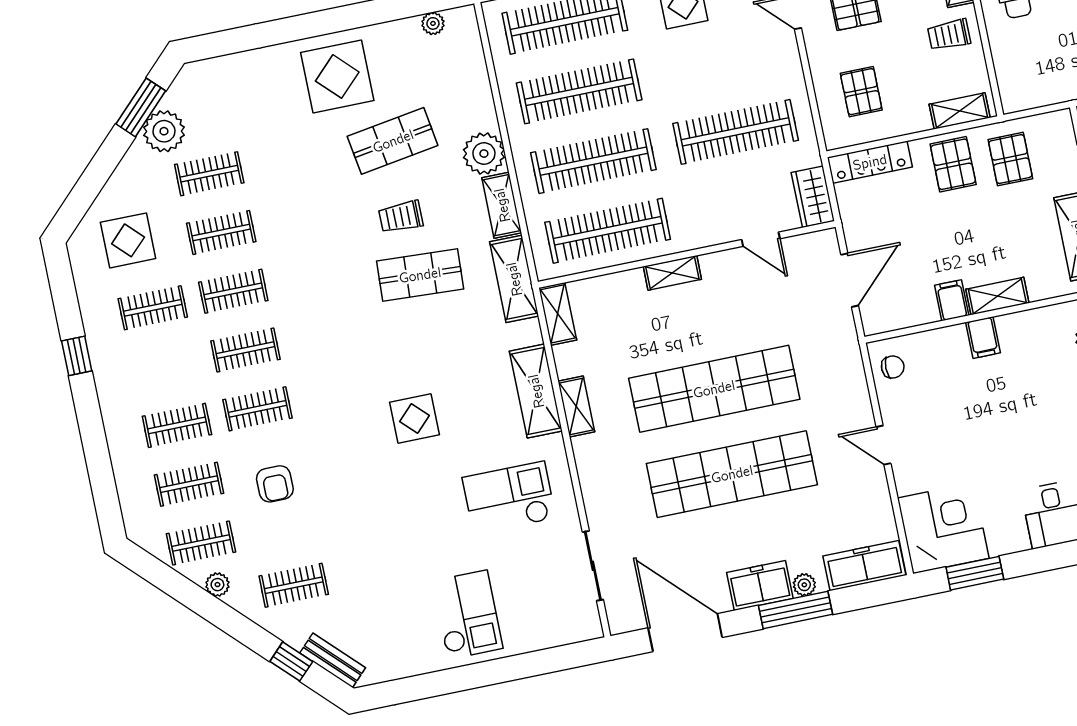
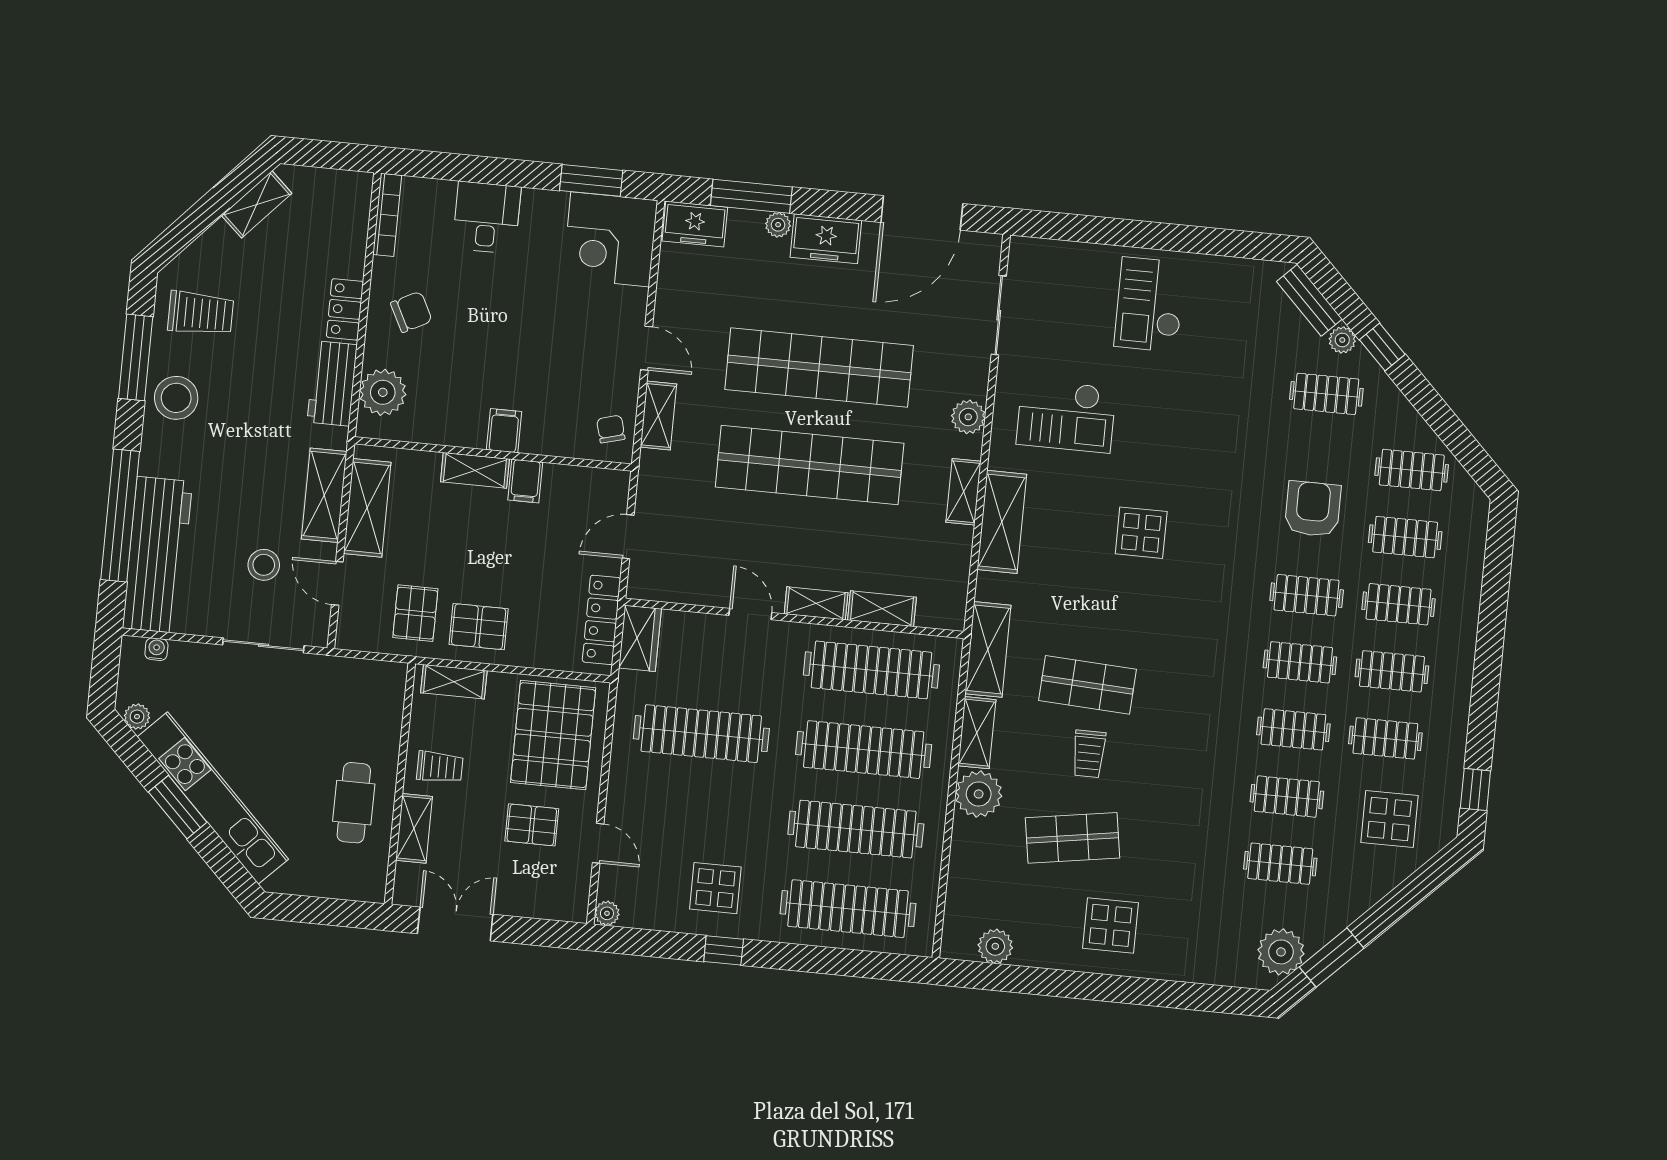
plant: (433, 23) -> (995, 946), width x1.38, depth x1.38
display table: (337, 77) -> (1110, 925), width x0.73, depth x0.73
pallet: (861, 92) -> (553, 735), width x2.05, depth x2.00
plant: (164, 131) -> (1281, 952), moved
locker: (870, 162) -> (601, 620), moved, turned -90
pallet: (953, 164) -> (479, 627), turned 90
trolley: (401, 217) -> (1089, 754), turned 90
door: (761, 239) -> (750, 614), moved
door: (850, 280) -> (628, 537), width x0.73
shelving: (558, 314) -> (882, 609), moved, turned 90
window: (77, 356) -> (1475, 789), moved
clothes rail: (165, 367) -> (1392, 671), added
chair: (893, 367) -> (611, 429), turned 75
shelving: (856, 391) -> (658, 416), added
plant: (592, 471) -> (968, 417), added
armchair: (275, 484) -> (1313, 509), width x1.38, depth x1.38
freezer: (864, 566) -> (695, 224), width x0.71
plant: (217, 585) -> (1342, 340), moved
window: (796, 610) -> (751, 196), moved
door: (685, 633) -> (922, 213), hinge flipped
window: (291, 661) -> (1382, 347), moved

